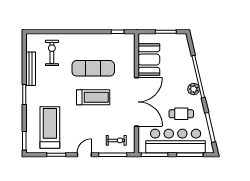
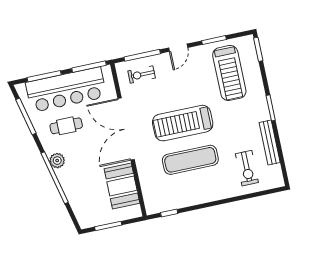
treadmill: (93, 97) -> (183, 123), width x1.37, depth x1.38

